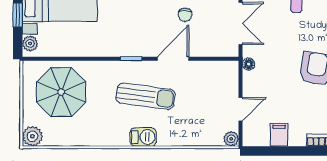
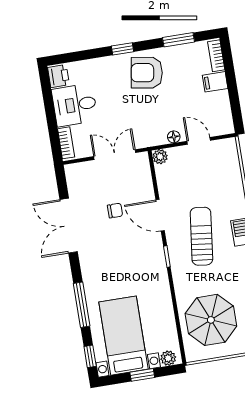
floor lamp: (249, 64) -> (174, 137), moved
filing cabinet: (279, 135) -> (215, 82), moved
plant: (231, 139) -> (160, 157), moved

